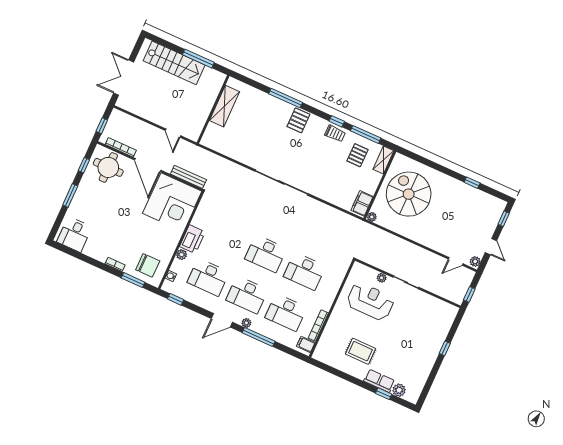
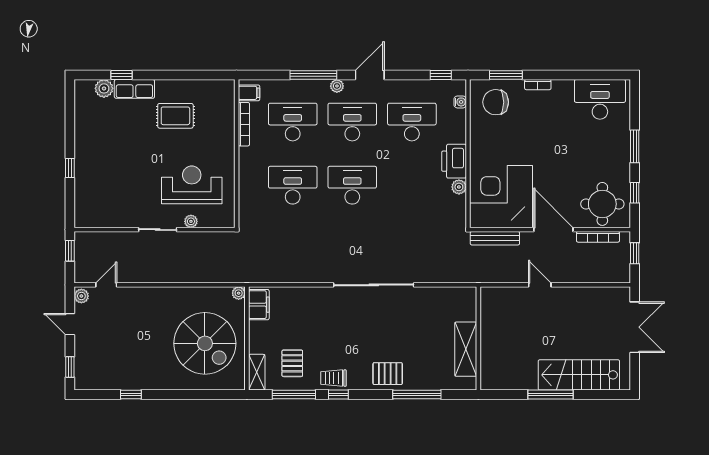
shelving: (225, 106) -> (466, 349), moved
wall: (213, 109) -> (478, 338), moved
pallet: (298, 120) -> (388, 374), turned 90
desk: (74, 234) -> (600, 99), width x1.37
plant: (182, 255) -> (459, 187), moved
reception desk: (370, 301) -> (192, 185), turned 180

